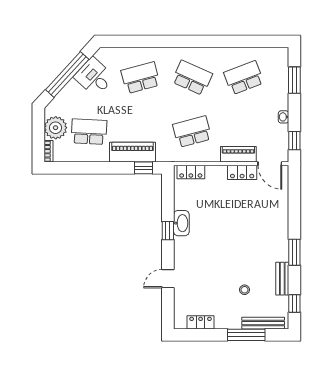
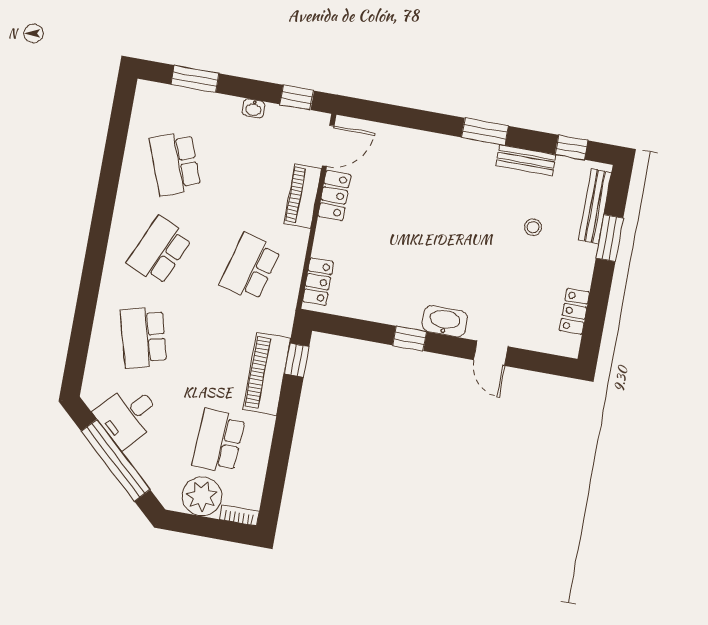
school desk: (192, 132) -> (250, 267), turned 30
washbasin: (181, 223) -> (445, 321), moved
window: (246, 335) -> (610, 238), width x0.69

